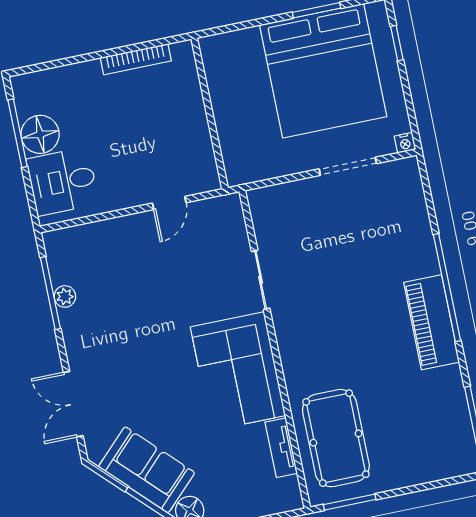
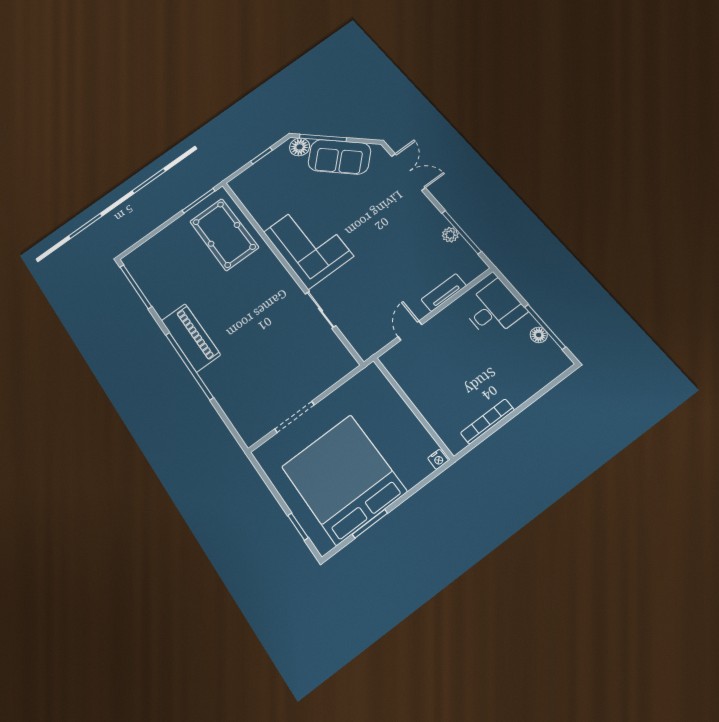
floor lamp: (40, 134) -> (539, 335), width x0.53, depth x0.53
nightstand: (405, 143) -> (438, 459), moved, turned 180
tv unit: (281, 448) -> (444, 293), moved, turned -90

